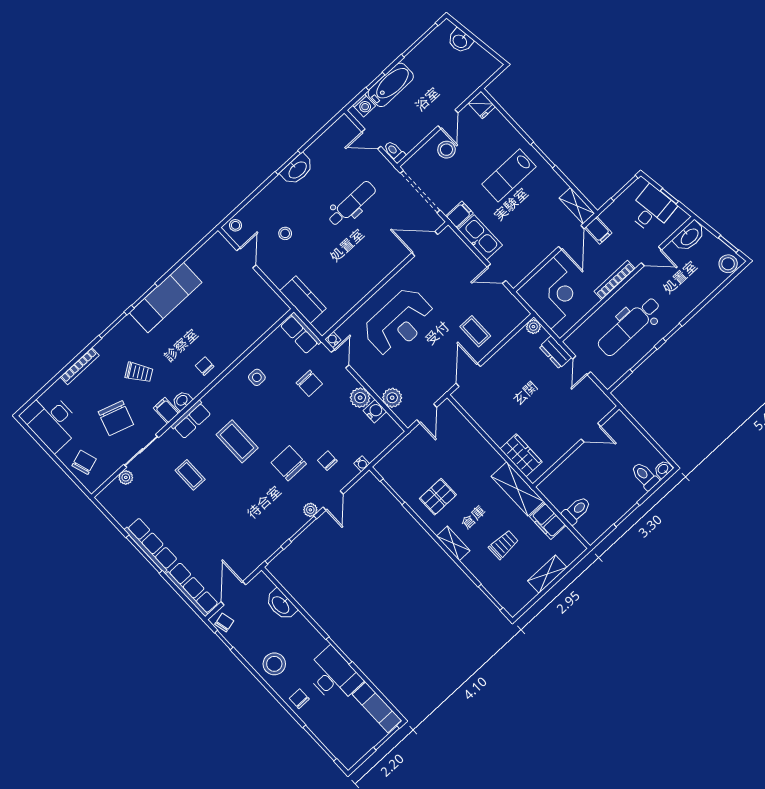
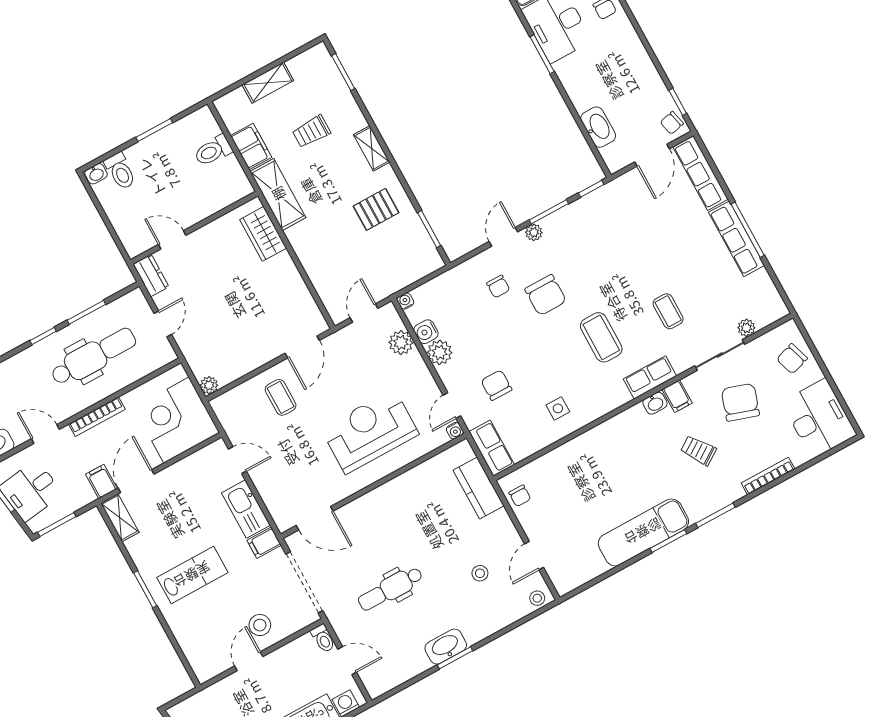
fridge: (482, 105) -> (204, 668), removed
dresser: (555, 352) -> (151, 275), moved
chair: (205, 366) -> (520, 496), moved
water cooler: (362, 464) -> (405, 301), moved
stool: (274, 664) -> (624, 58), removed

